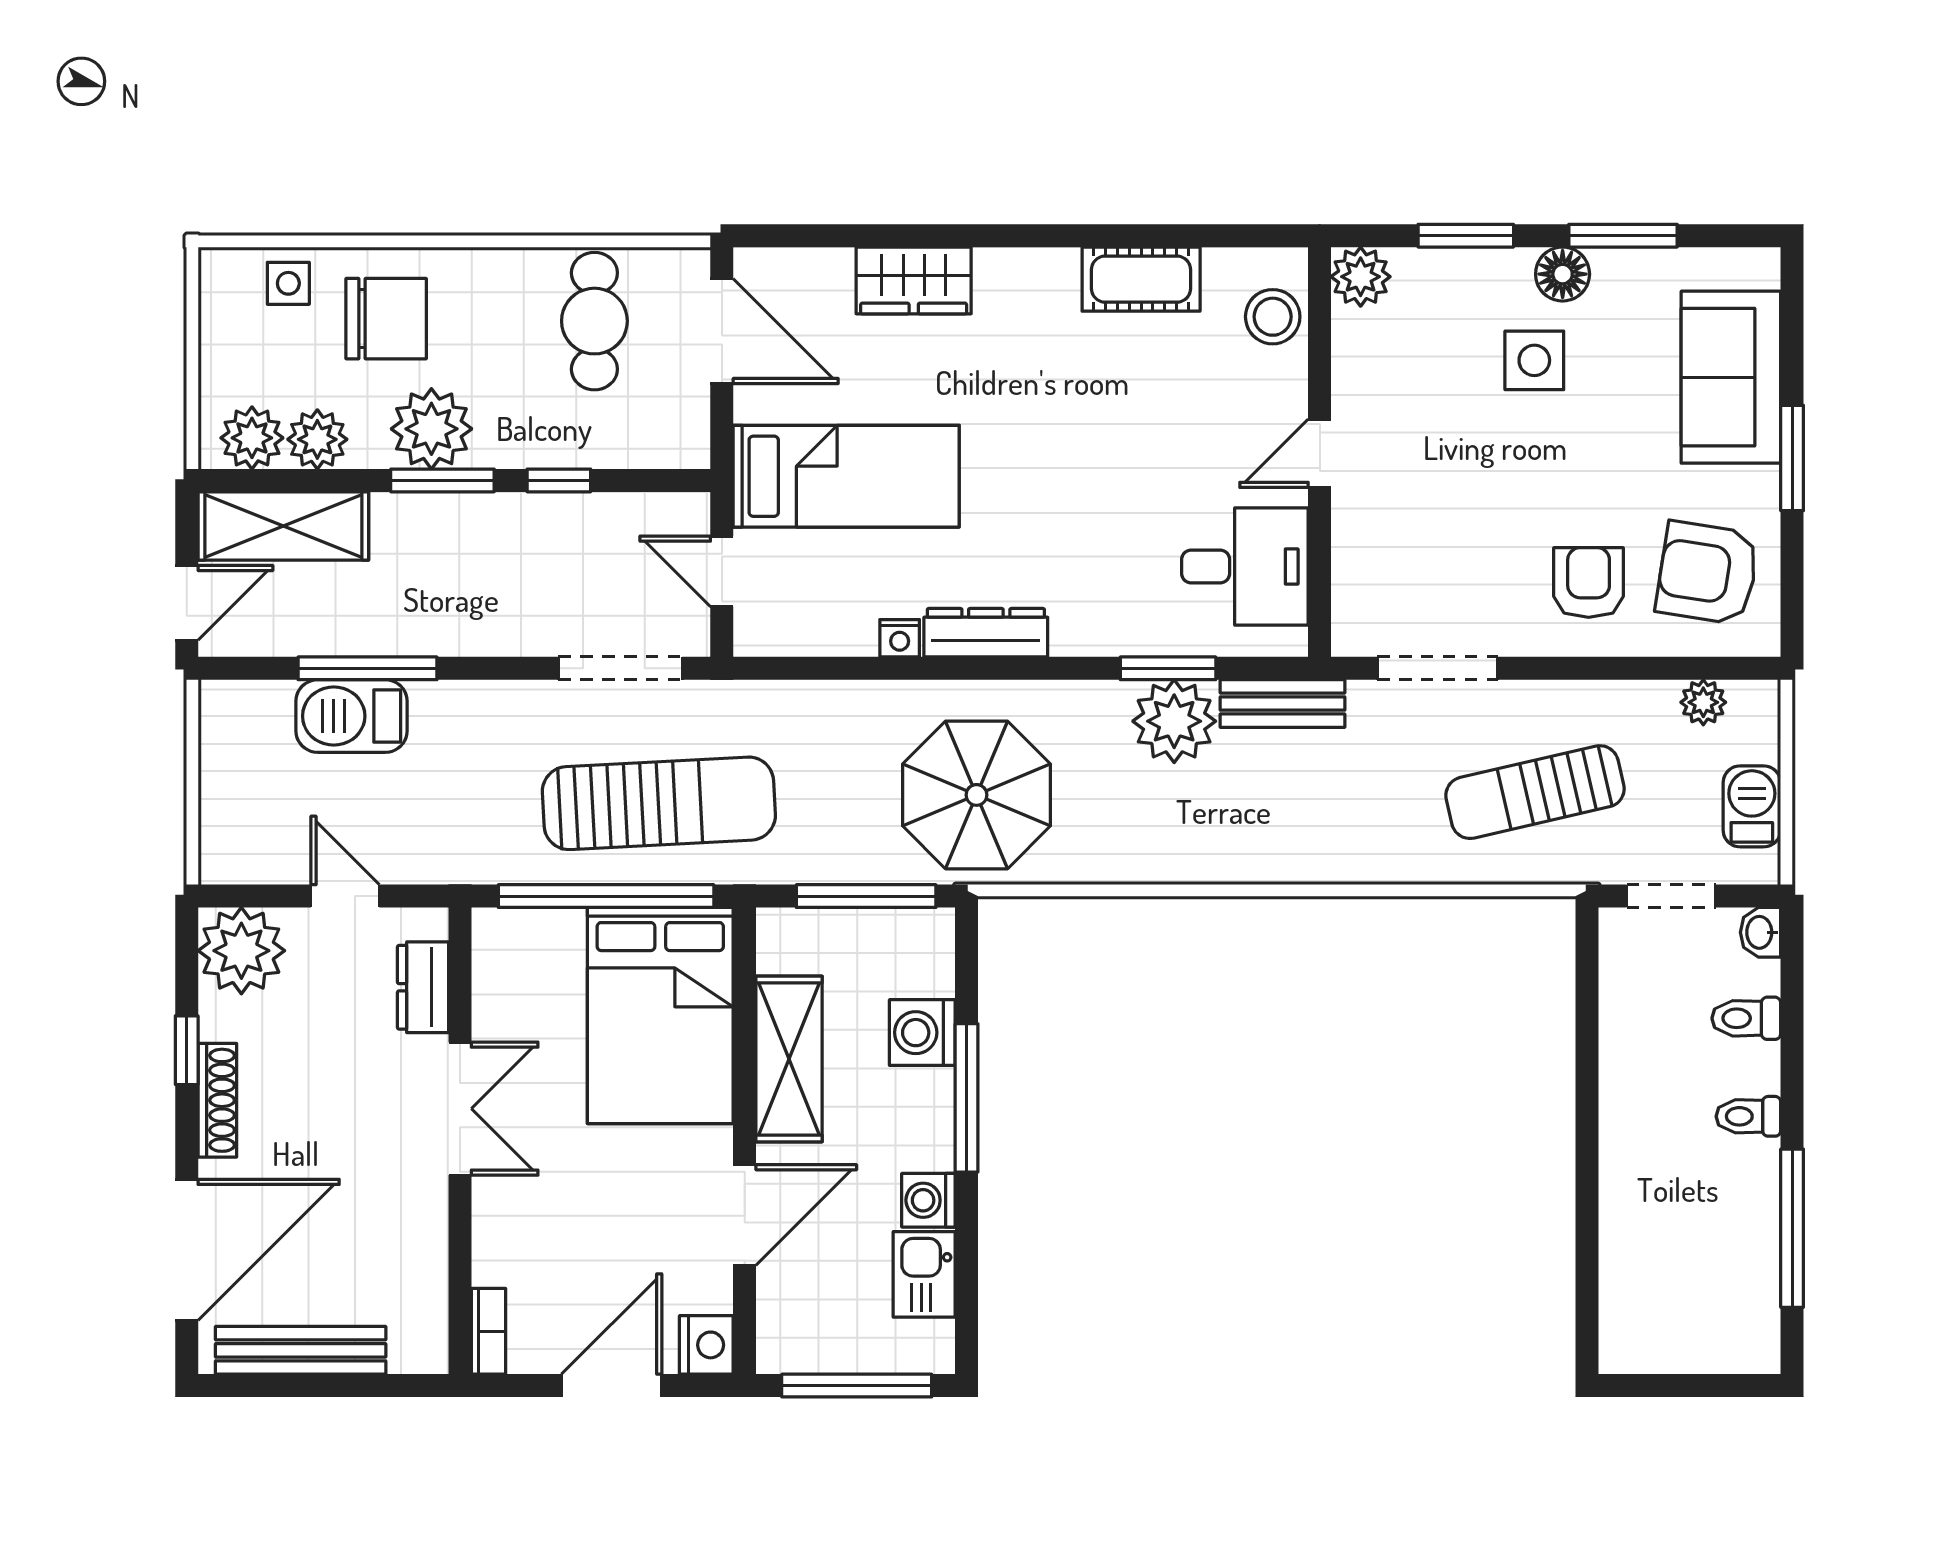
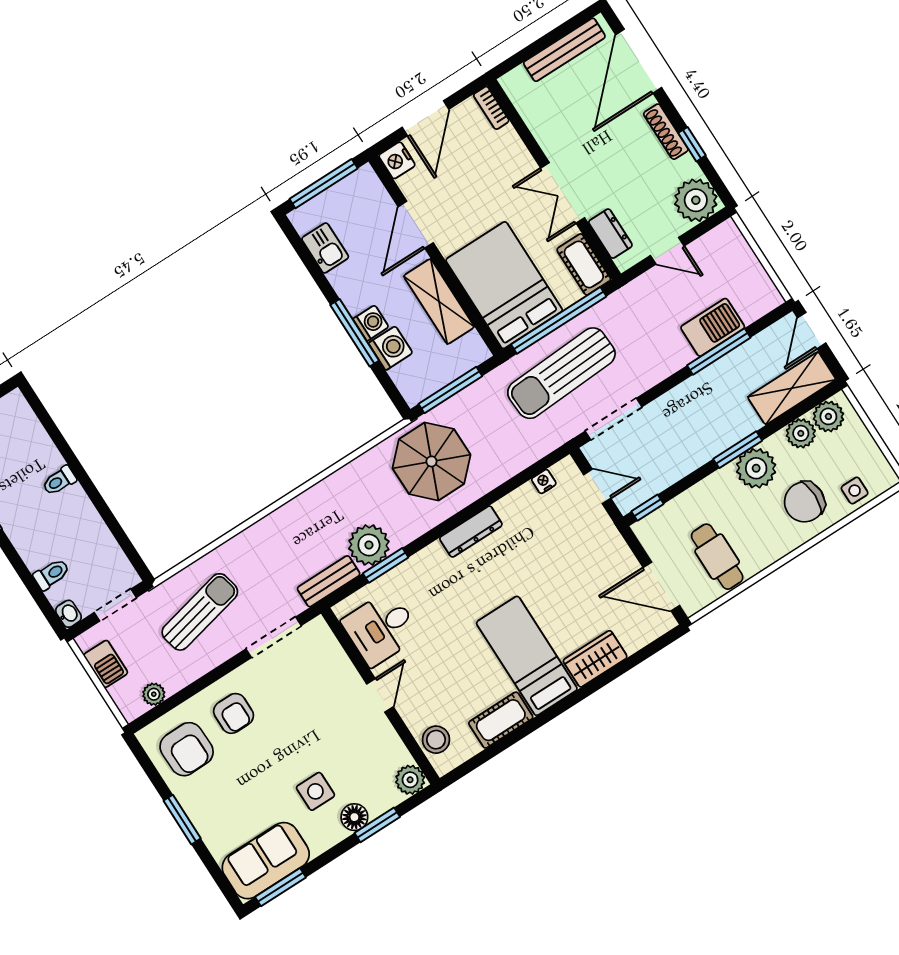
window: (1623, 236) -> (281, 887), moved
floor lamp: (1563, 274) -> (354, 817), moved
sofa: (1731, 377) -> (266, 861), moved, turned -90
bed: (846, 476) -> (527, 656), moved, turned 90
window: (559, 480) -> (648, 508), moved
armchair: (1707, 573) -> (187, 749), turned 80
nightstand: (900, 638) -> (544, 481), moved
cot: (502, 964) -> (584, 264), added
toilet: (1748, 1116) -> (59, 481), moved, turned 180
washing machine: (928, 1200) -> (371, 323), moved

